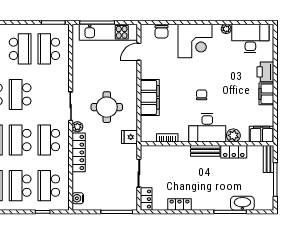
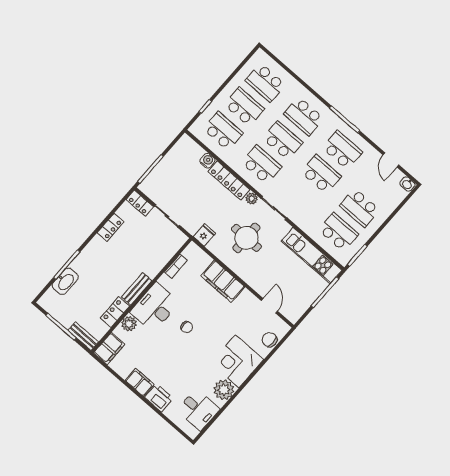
plant: (226, 29) -> (224, 390), width x1.88, depth x1.88
kitchen unit: (108, 32) -> (312, 256), moved, turned -90
desk: (250, 38) -> (198, 410), width x0.73
water cooler: (78, 198) -> (207, 161), moved

